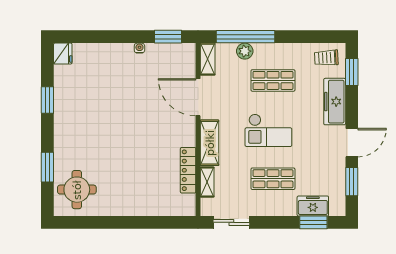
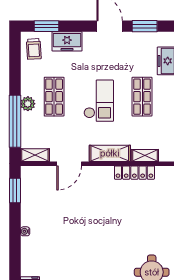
water cooler: (139, 48) -> (25, 231), moved
plant: (245, 51) -> (28, 104), moved
door: (198, 97) -> (69, 164), width x0.73
freezer: (335, 102) -> (67, 41), width x0.71

